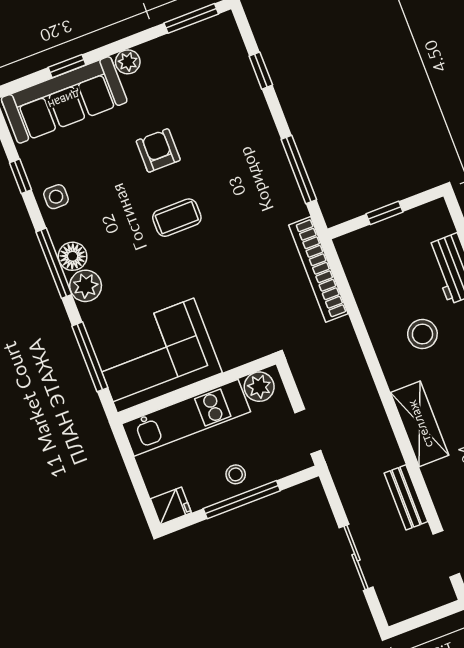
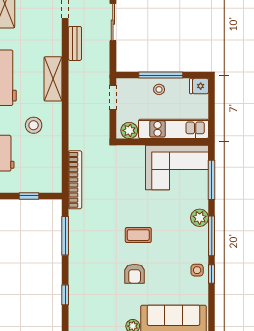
window: (20, 176) -> (212, 274), moved
floor lamp: (73, 256) -> (200, 236), removed

